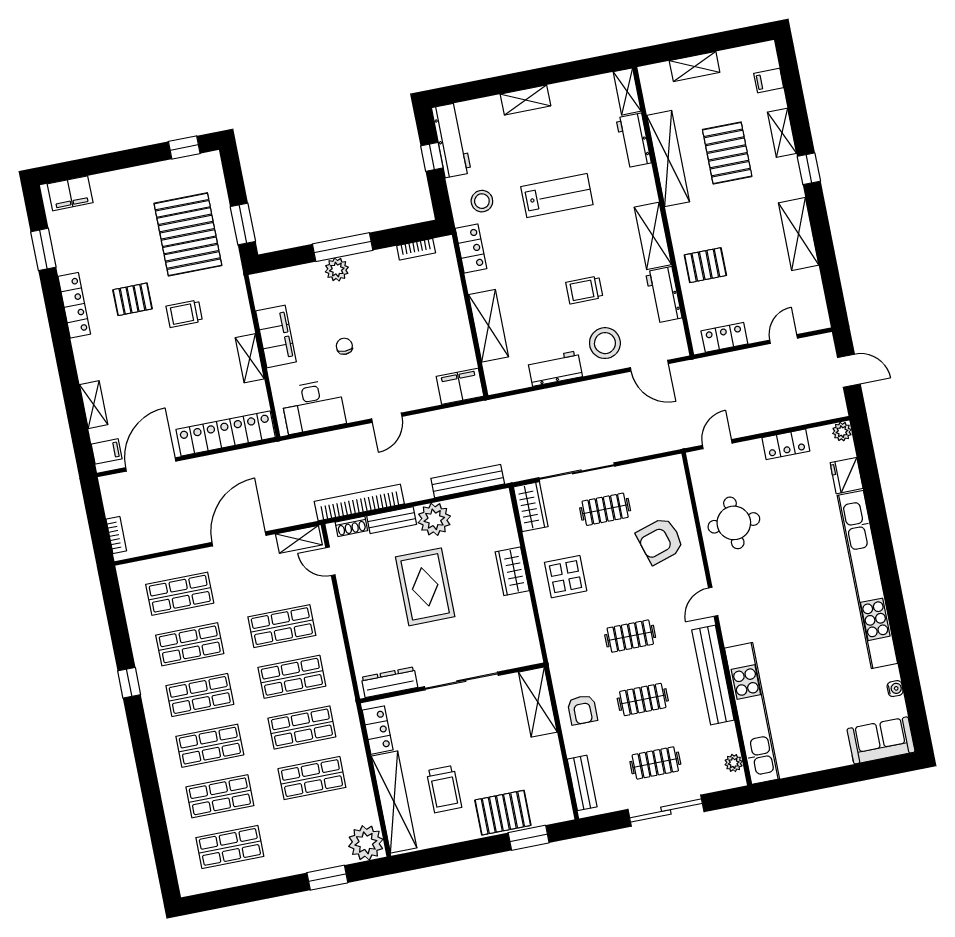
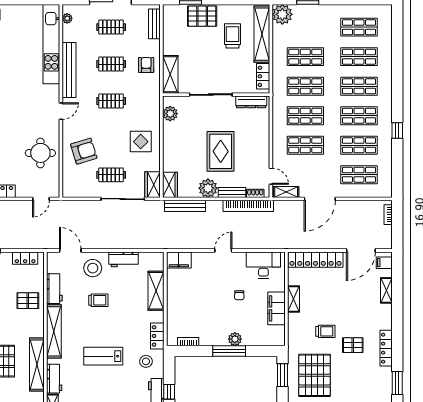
shelving: (653, 236) -> (54, 331), width x1.47
wardrobe: (512, 571) -> (170, 185), moved
plant: (525, 635) -> (170, 114), added

